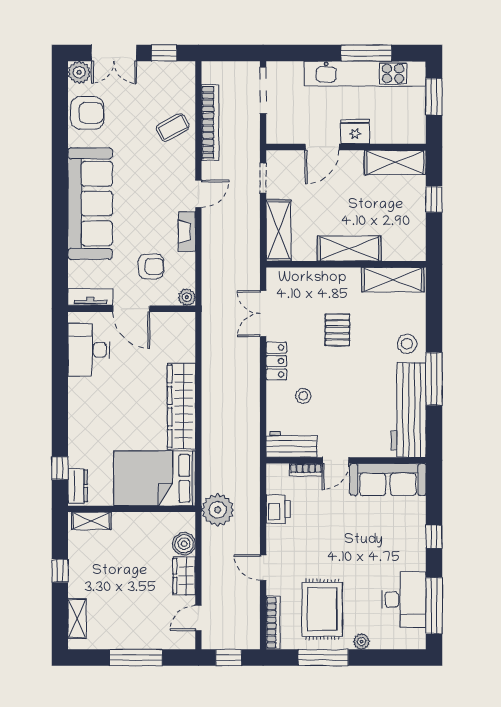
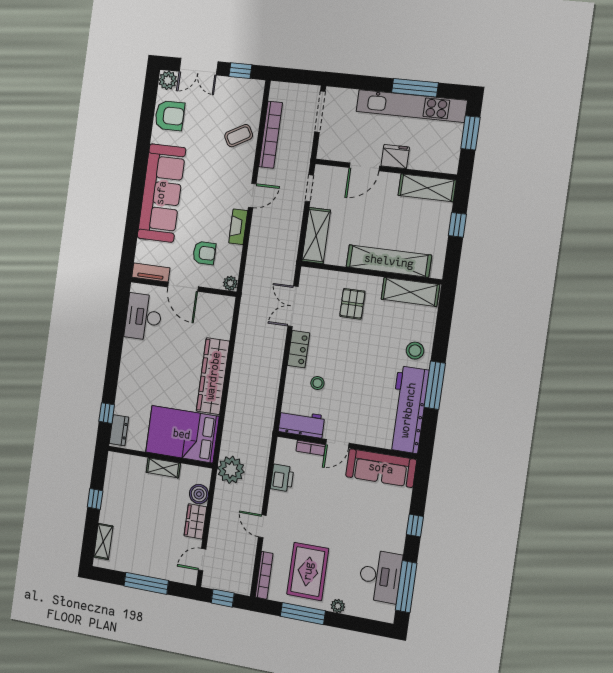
shelving: (349, 249) -> (389, 261), width x1.47
pallet: (337, 330) -> (352, 304), moved
shelving: (91, 521) -> (163, 468), moved

